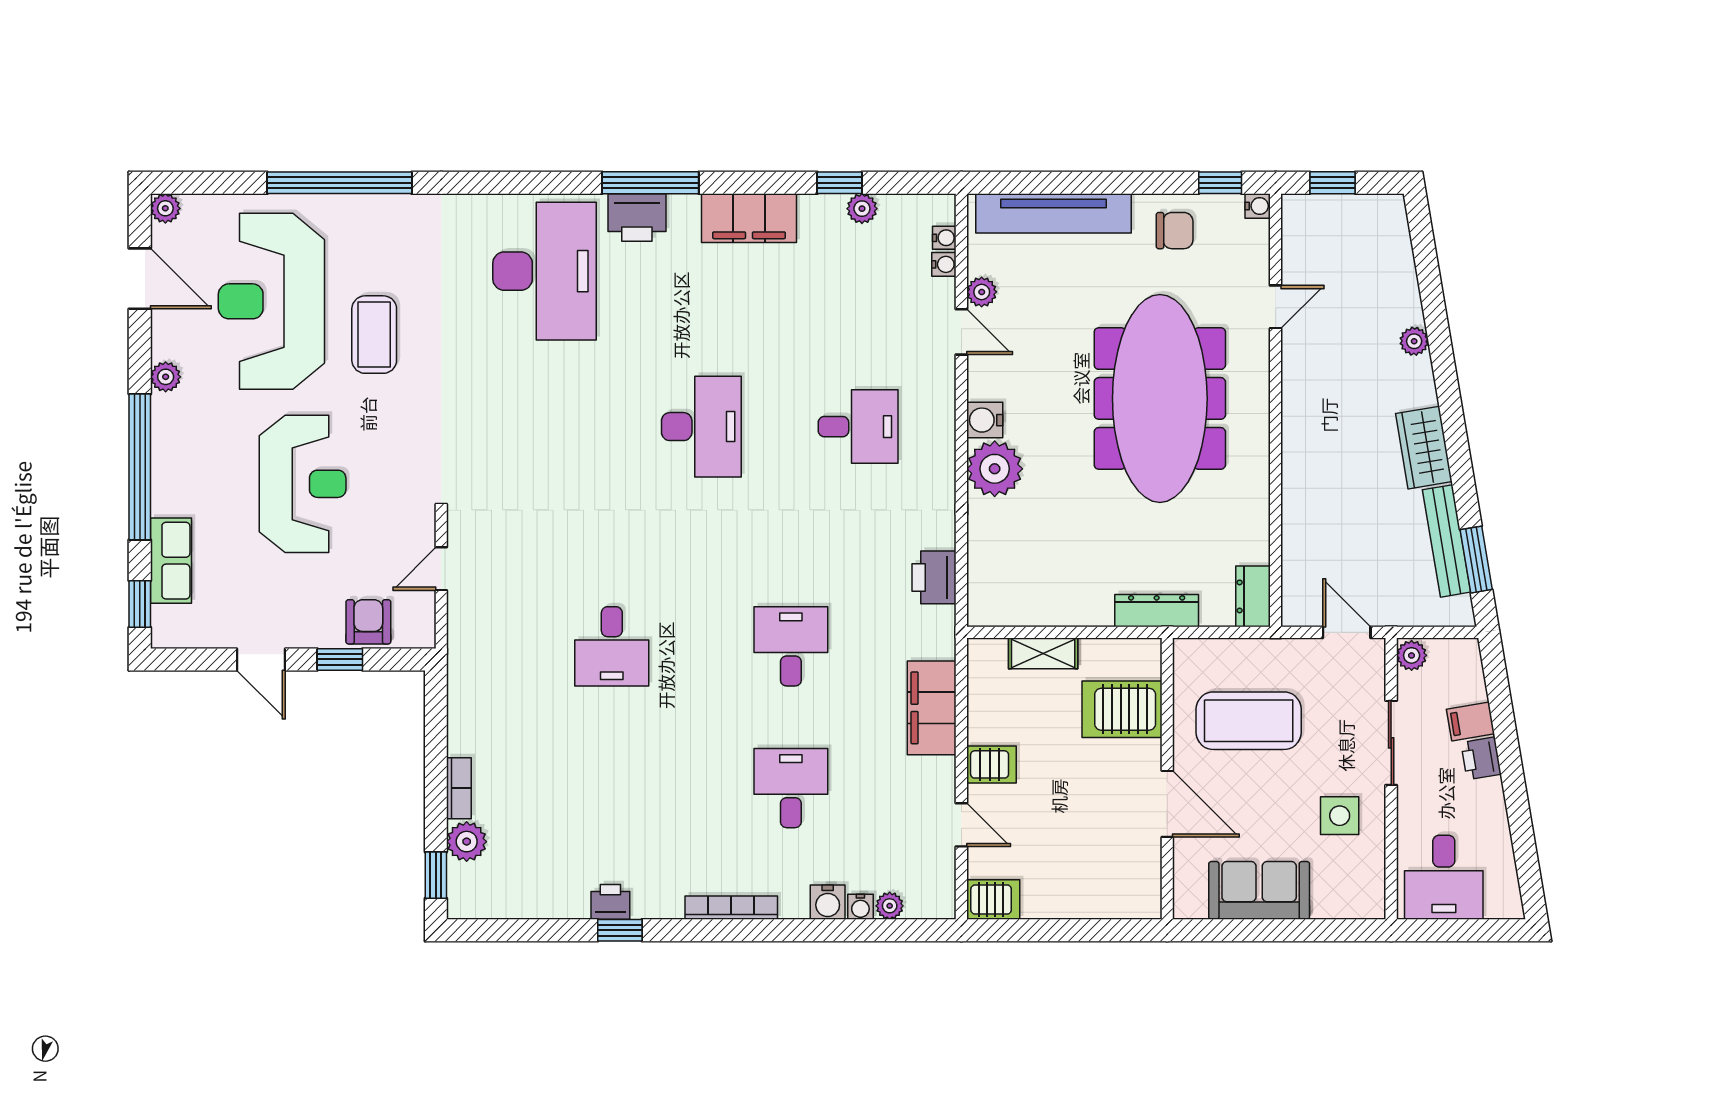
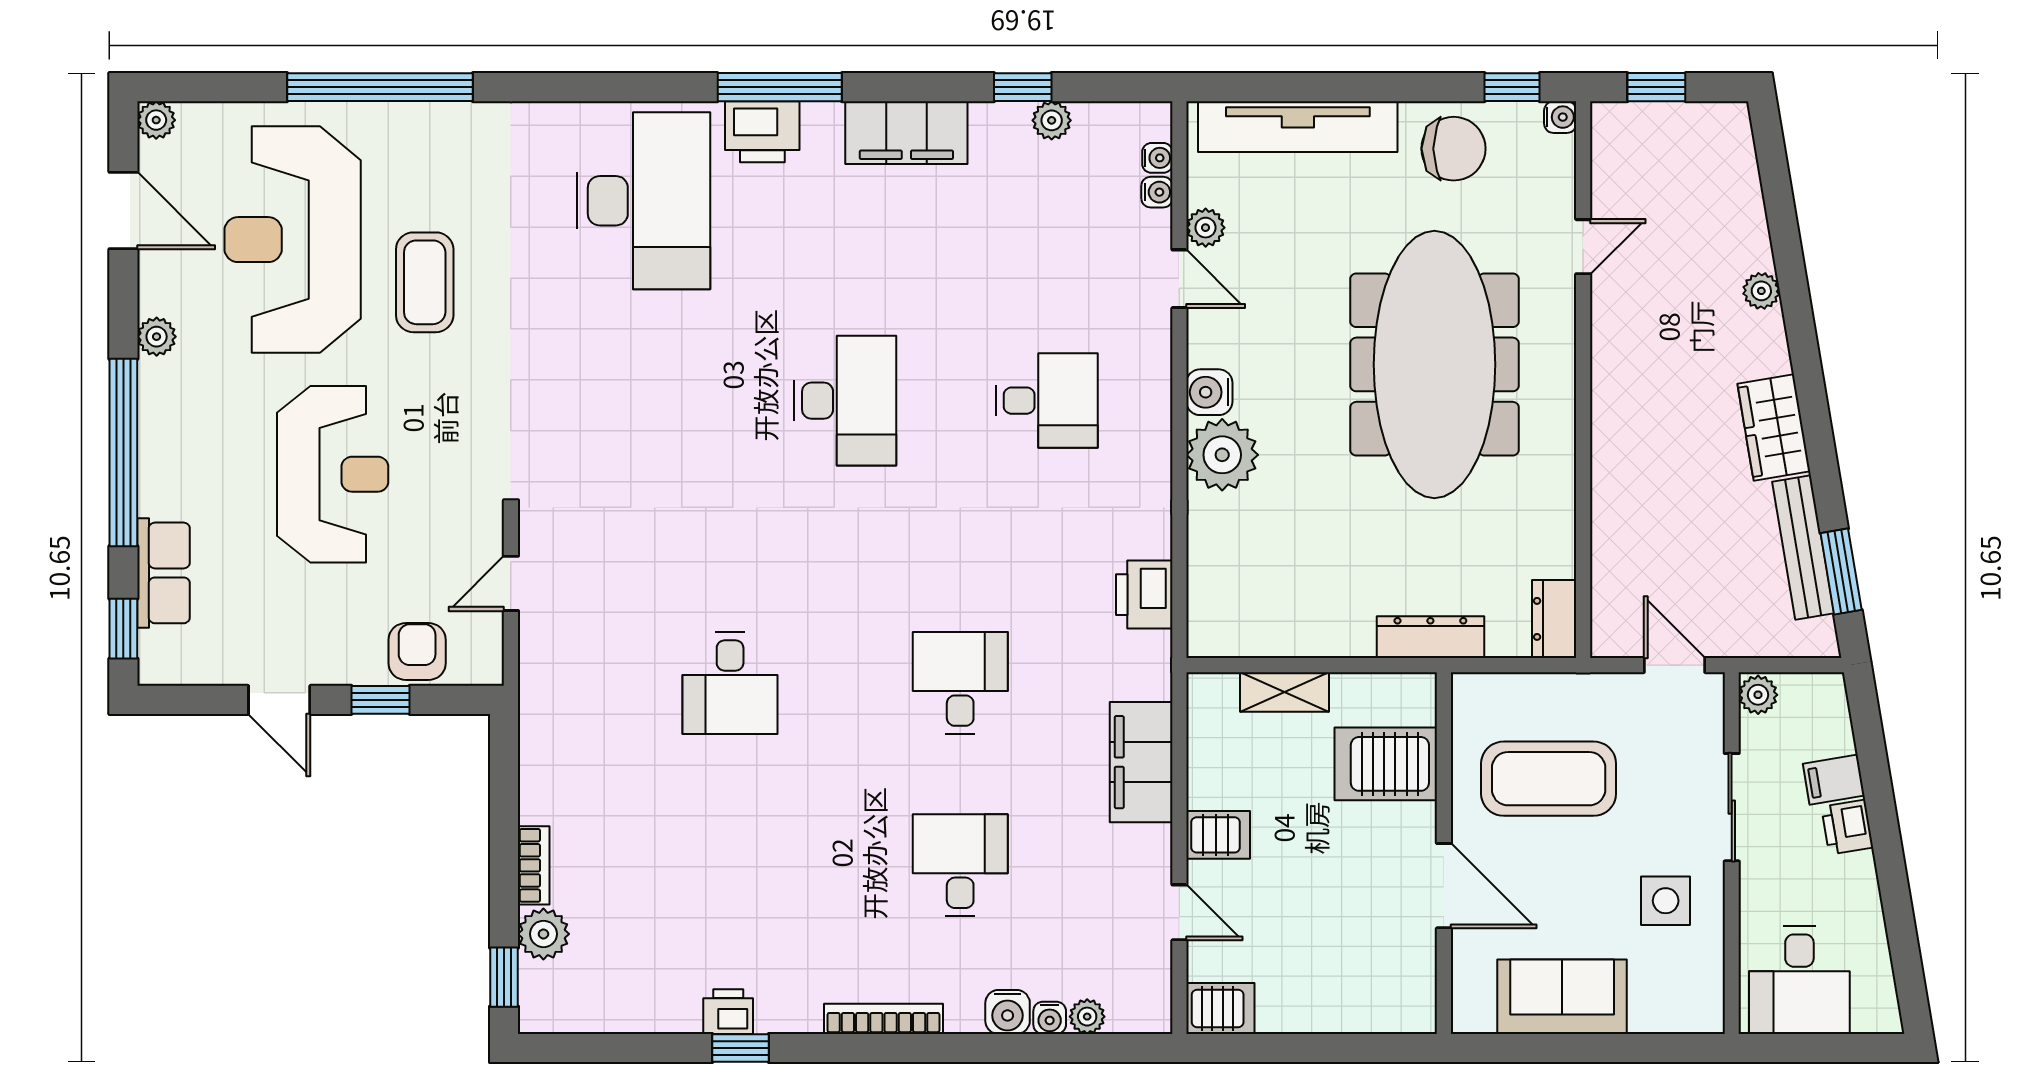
chair: (1175, 231) -> (1454, 149), width x1.37, depth x1.37

